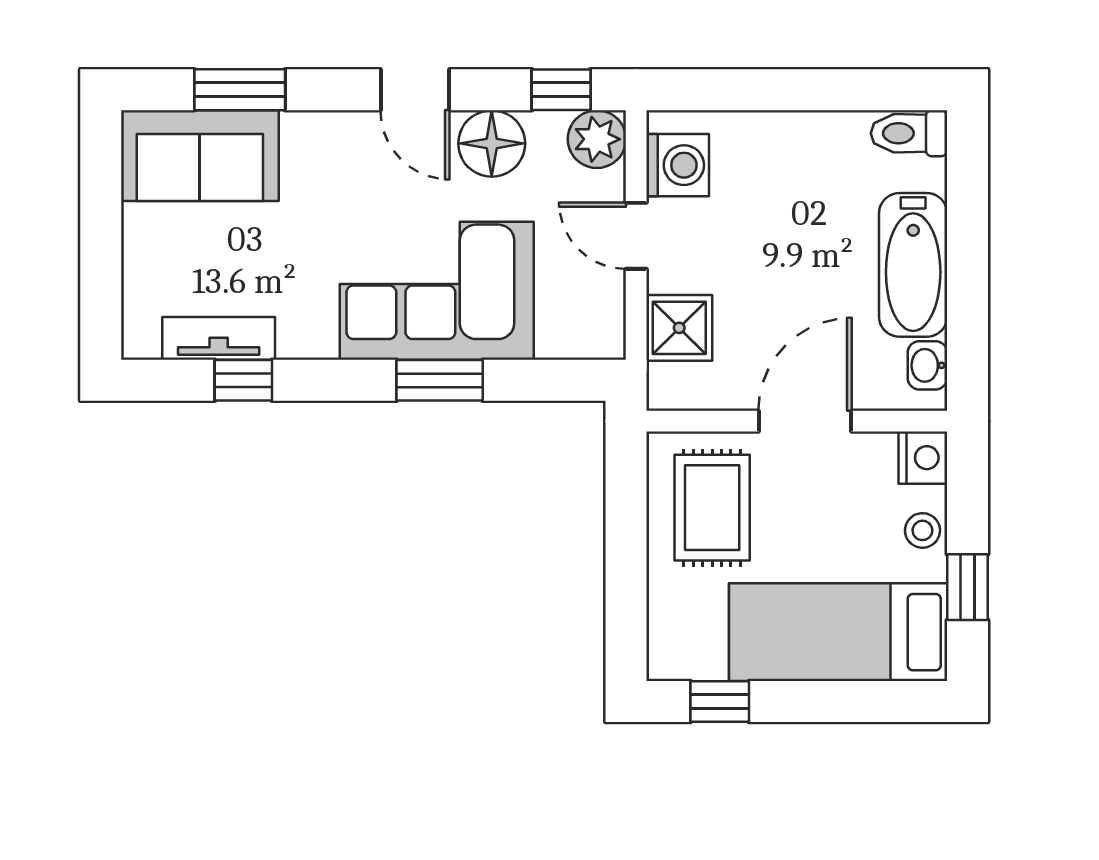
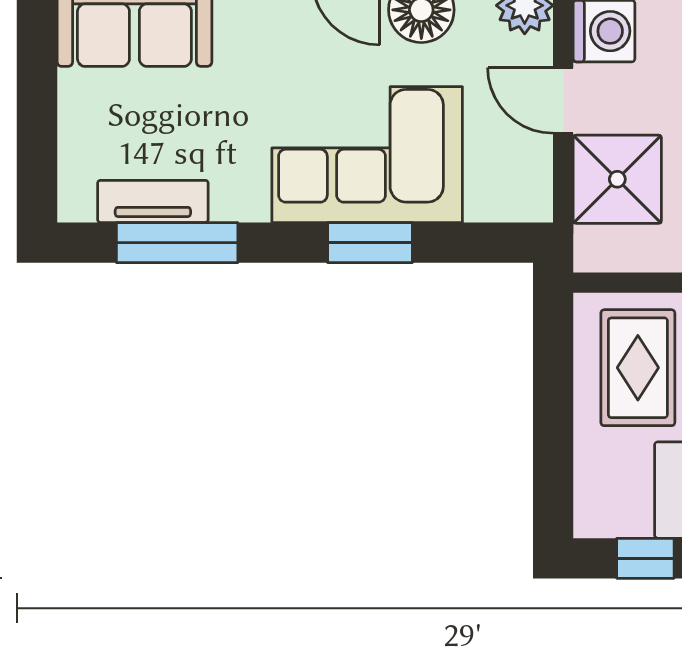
shower: (679, 328) -> (617, 179), width x1.36, depth x1.36
window: (243, 380) -> (177, 243), width x2.17

